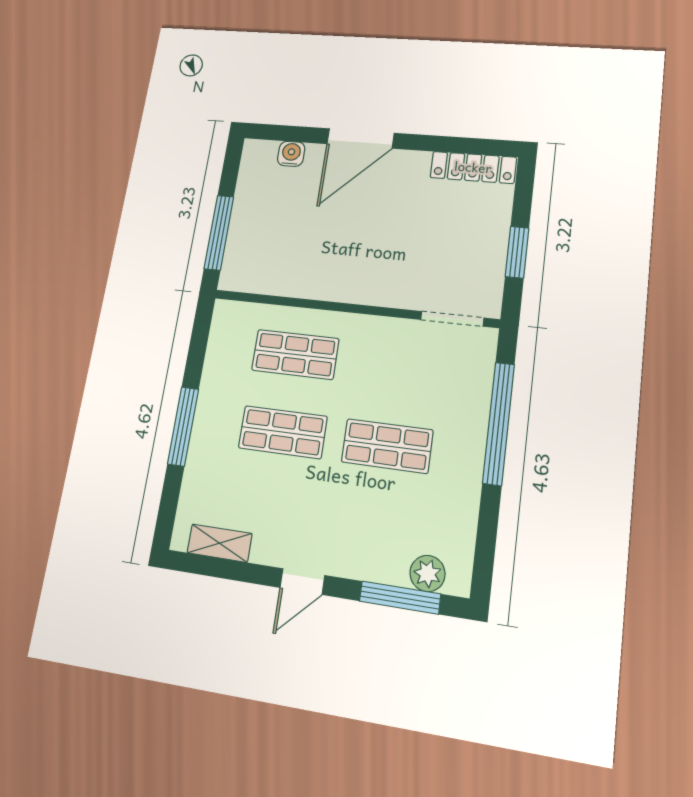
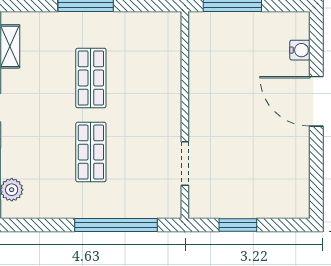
locker: (473, 167) -> (299, 187), removed
doorway: (452, 319) -> (185, 163), moved
shop shelf: (295, 354) -> (147, 78), removed

